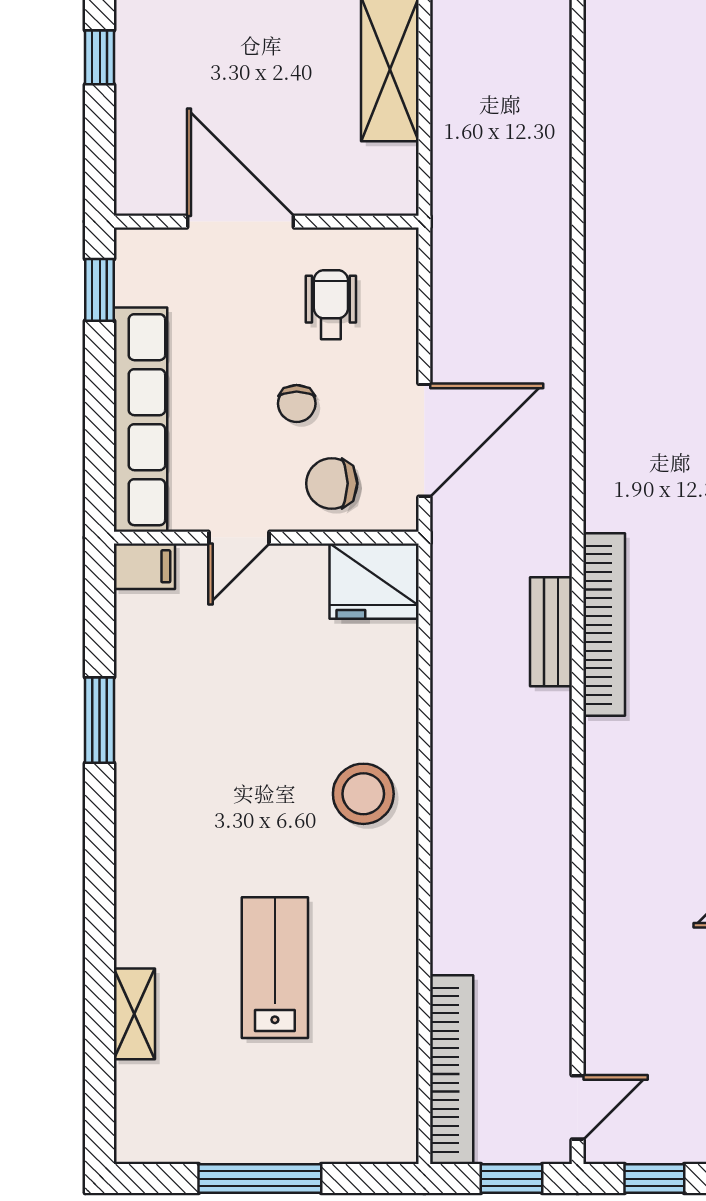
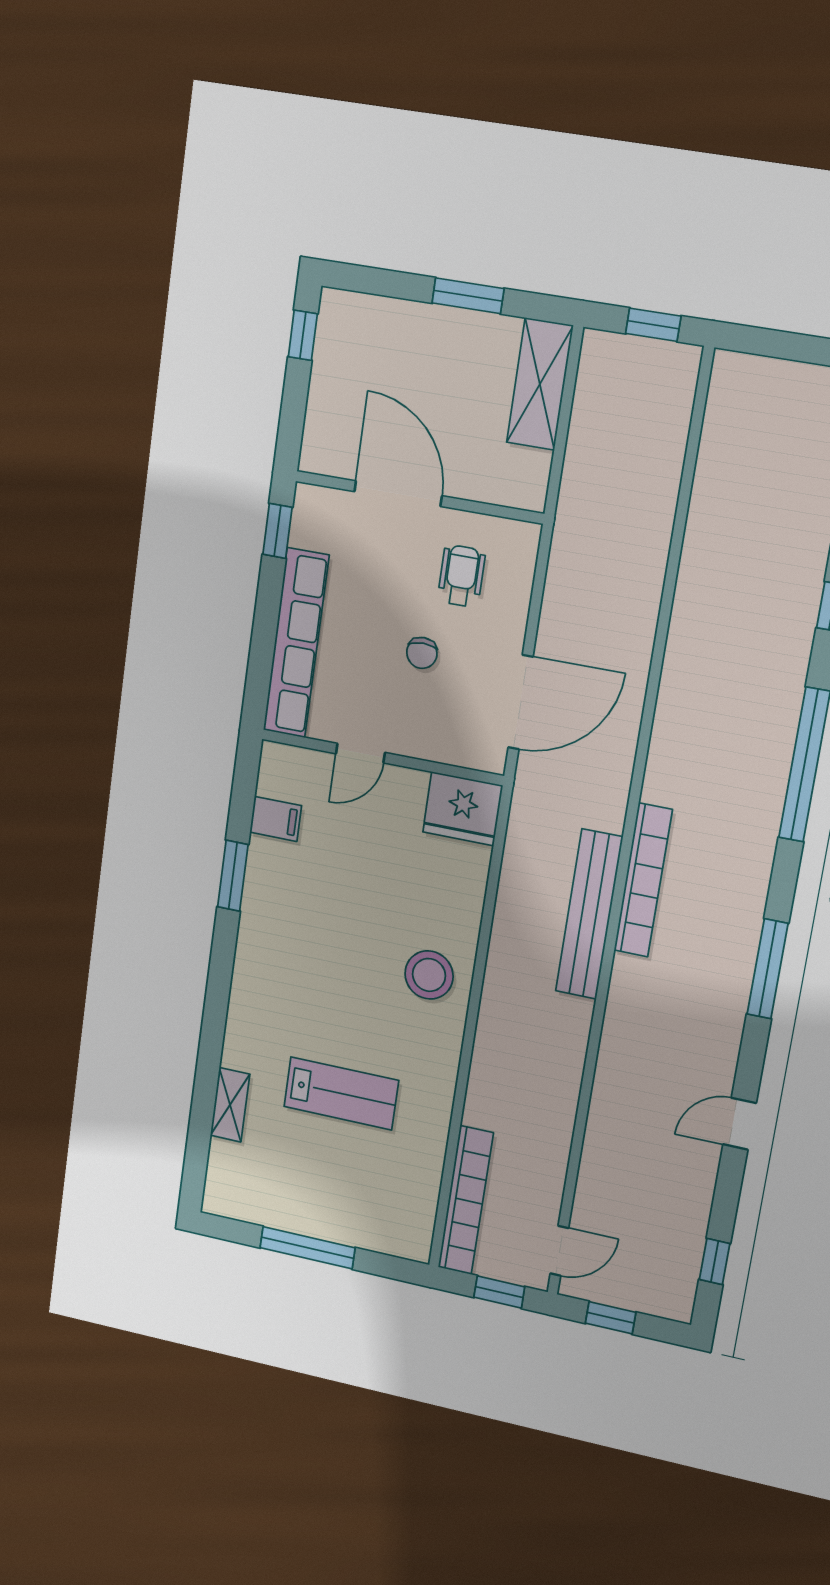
chair: (332, 483) -> (440, 723), removed
filing cabinet: (144, 566) -> (276, 819), moved
bench: (551, 632) -> (589, 914), width x1.86, depth x1.21
lab bench: (275, 968) -> (341, 1093), turned 90

